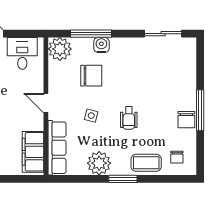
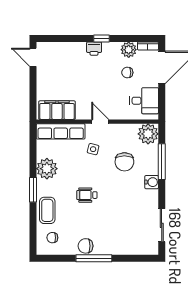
water cooler: (101, 45) -> (152, 182), moved
door: (46, 103) -> (100, 122), hinge flipped
side table: (91, 116) -> (93, 149), moved

